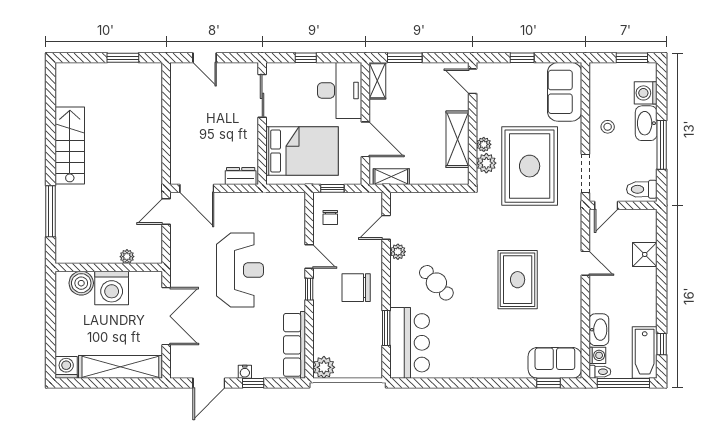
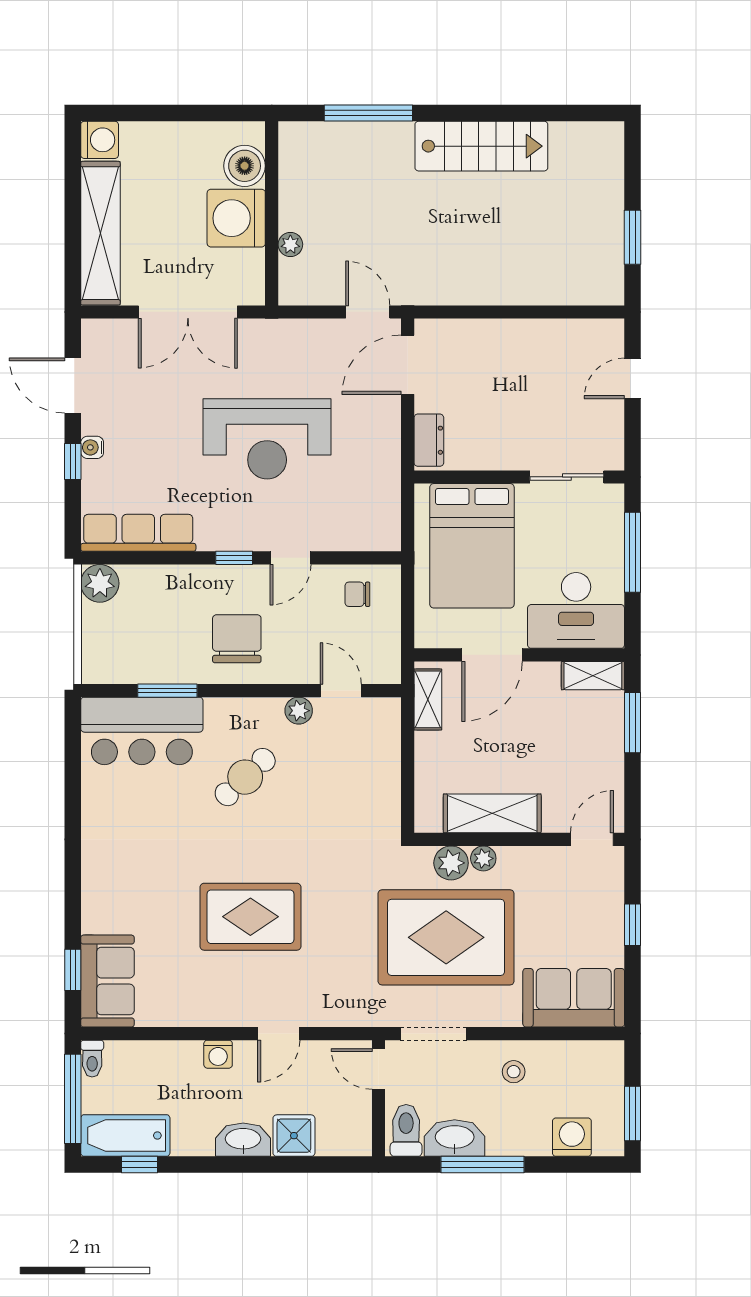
window: (306, 58) -> (632, 552), width x2.17
washbasin: (646, 123) -> (455, 1138), moved
window: (332, 188) -> (408, 598), removed
washbasin: (599, 330) -> (243, 1140), moved, turned 180
washing machine: (597, 355) -> (218, 1054), moved

